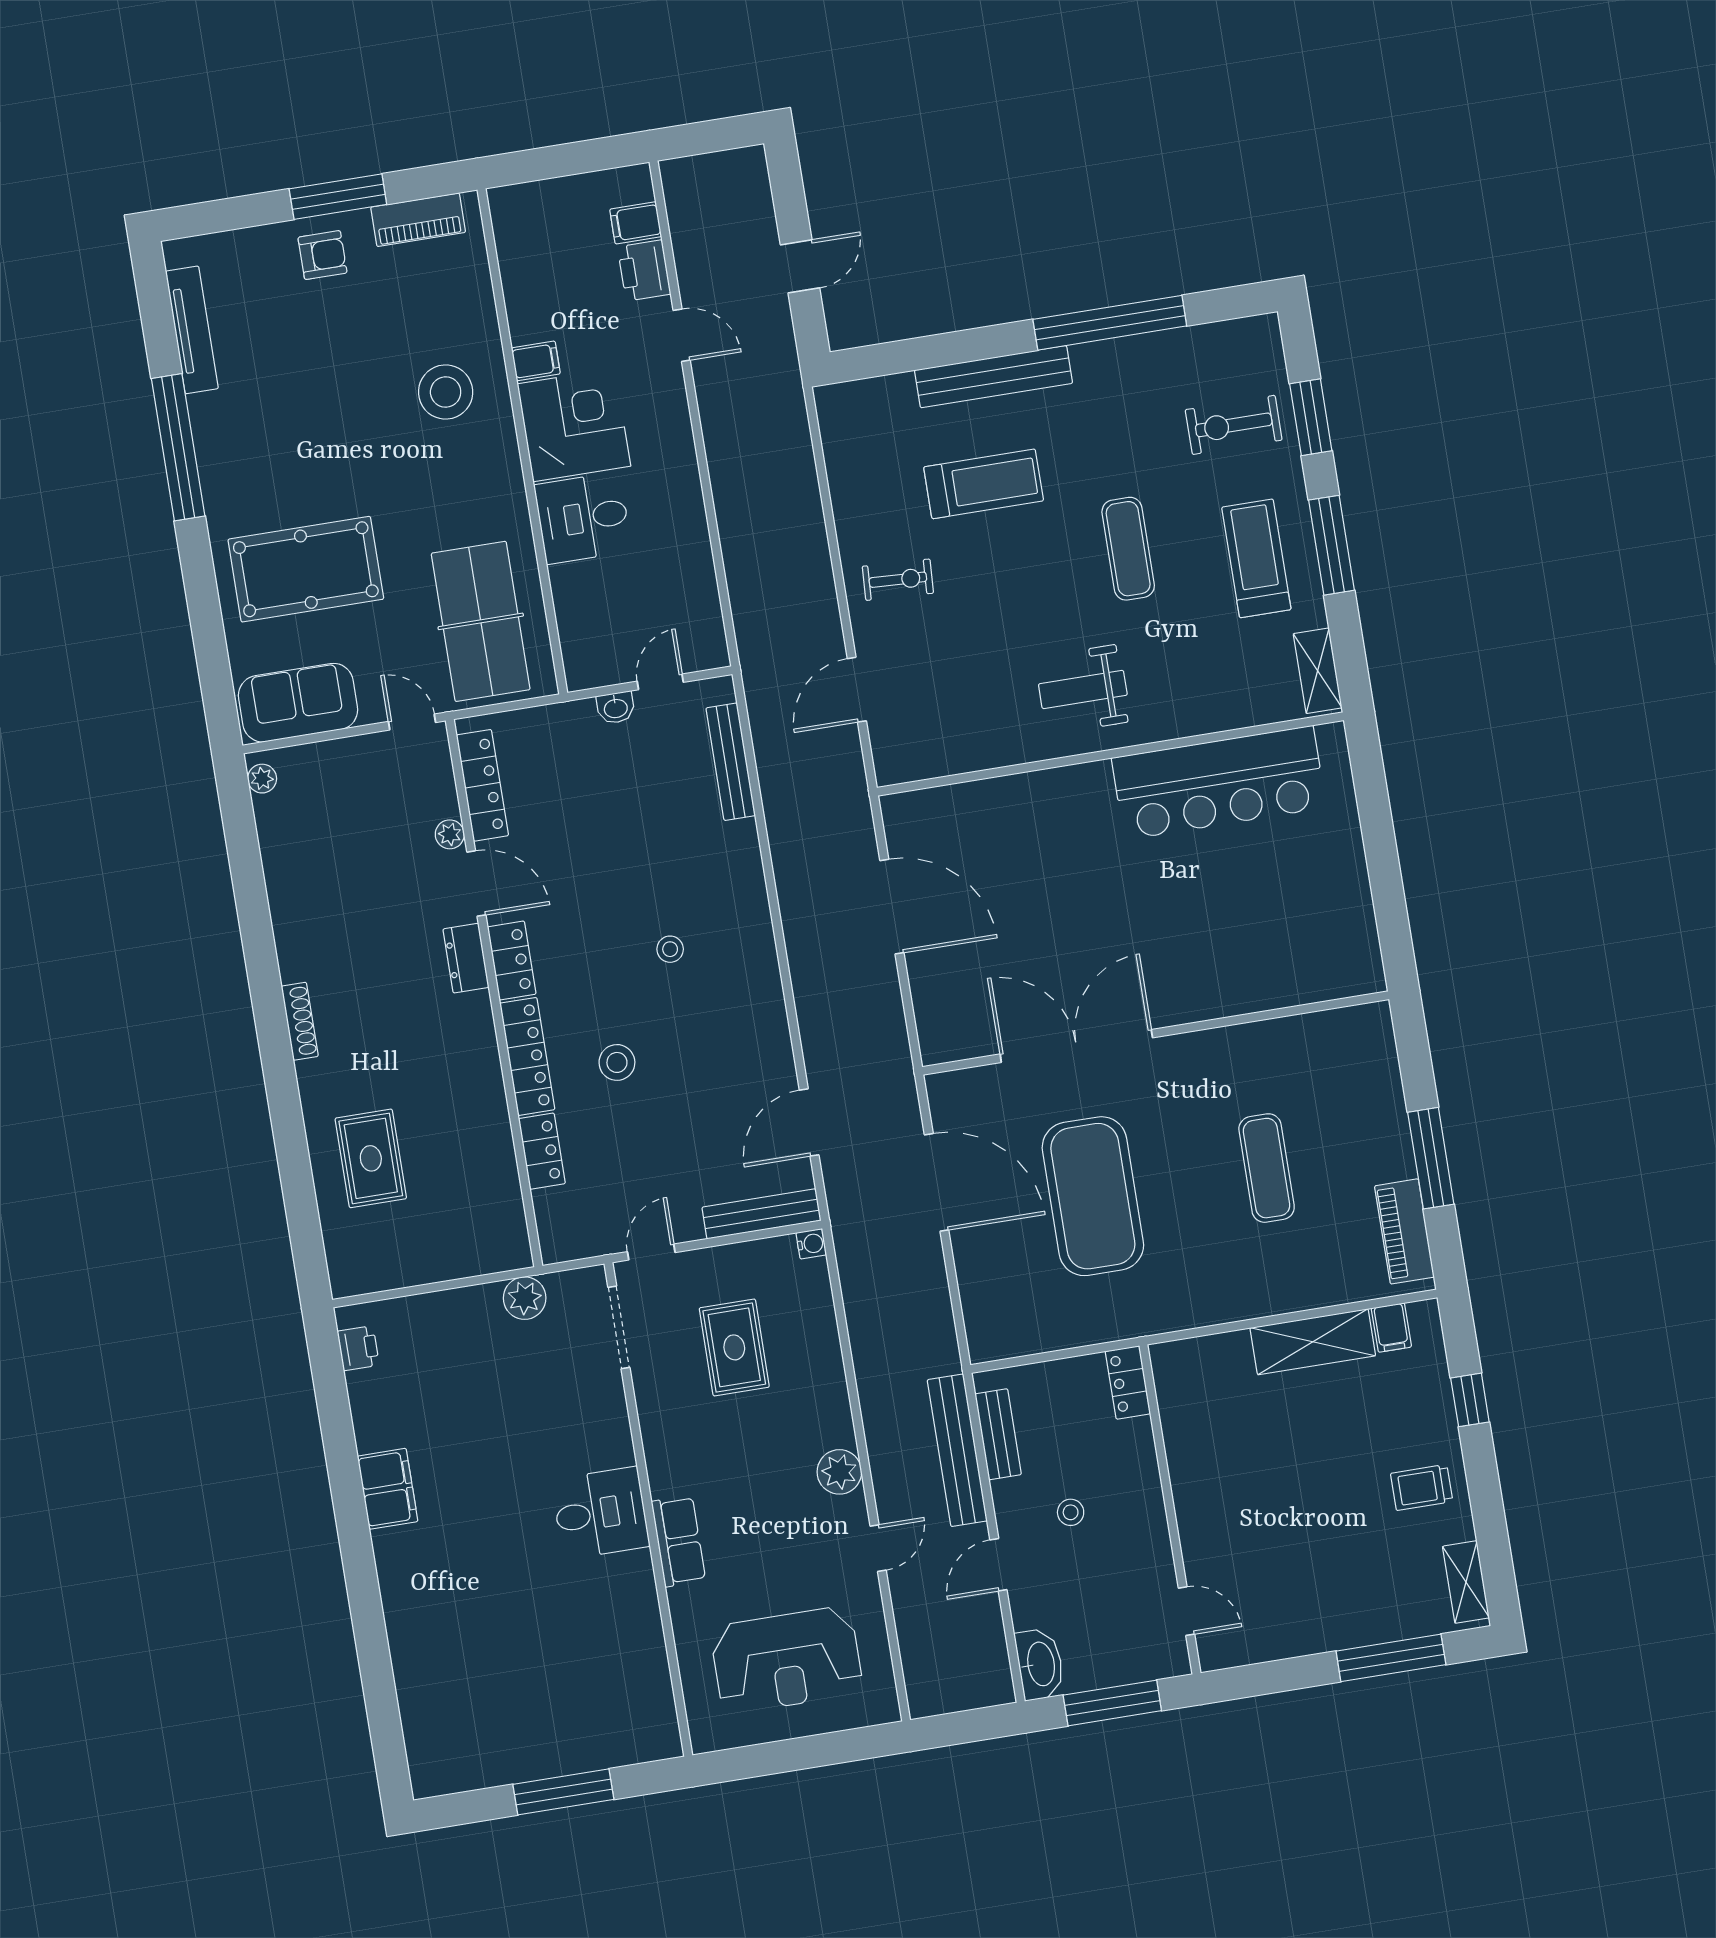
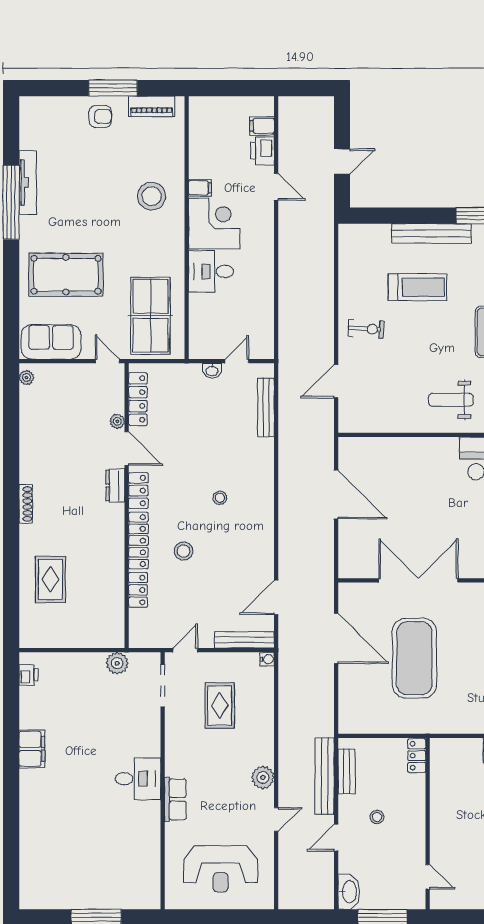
tv unit: (192, 330) -> (28, 182), moved

